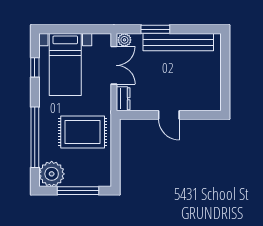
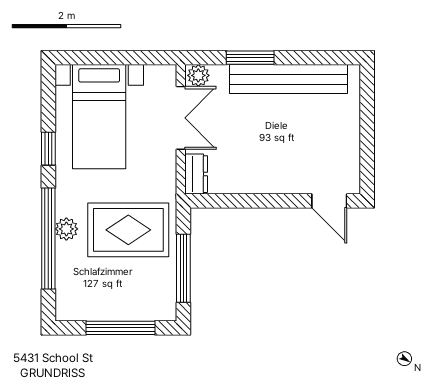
window: (35, 67) -> (48, 149), moved
door: (169, 115) -> (329, 201), moved
window: (116, 155) -> (183, 268), added
plant: (52, 174) -> (66, 229), moved, width x0.53, depth x0.53

